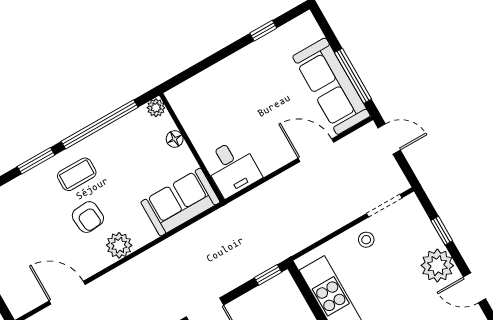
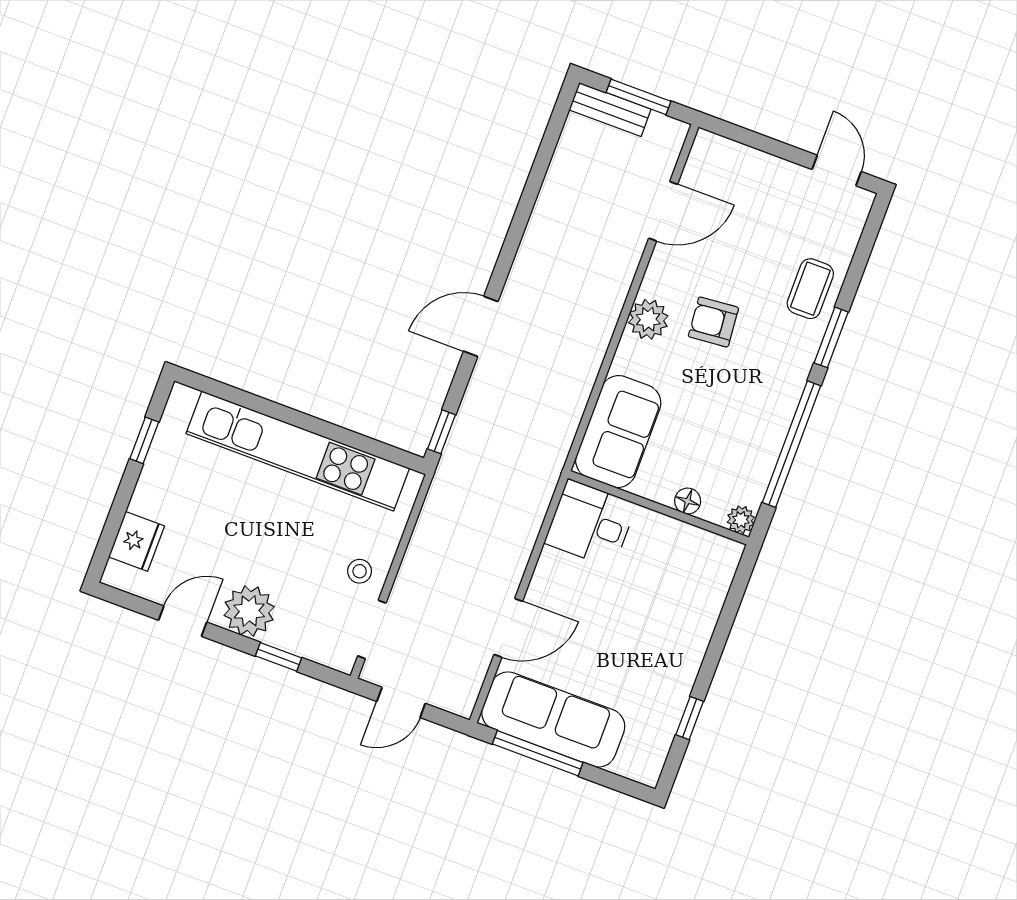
door: (389, 139) -> (401, 702), moved
coffee table: (77, 174) -> (810, 289), moved

